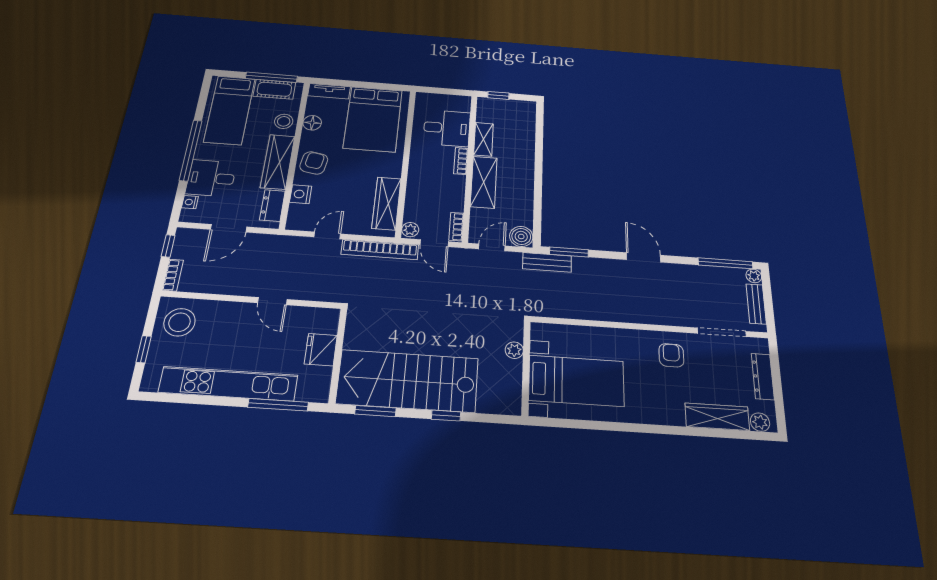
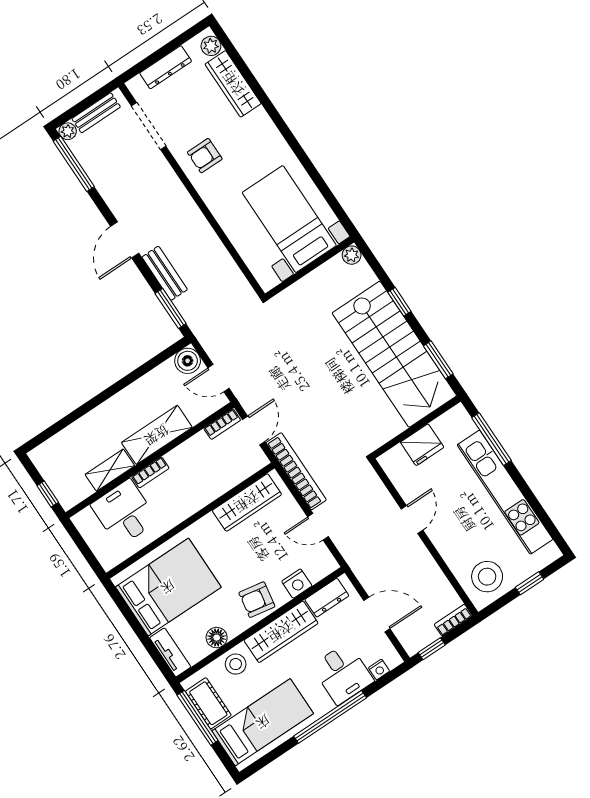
plant: (410, 230) -> (257, 461), removed
bench: (547, 262) -> (165, 273), moved
plant: (514, 350) -> (352, 255), moved

